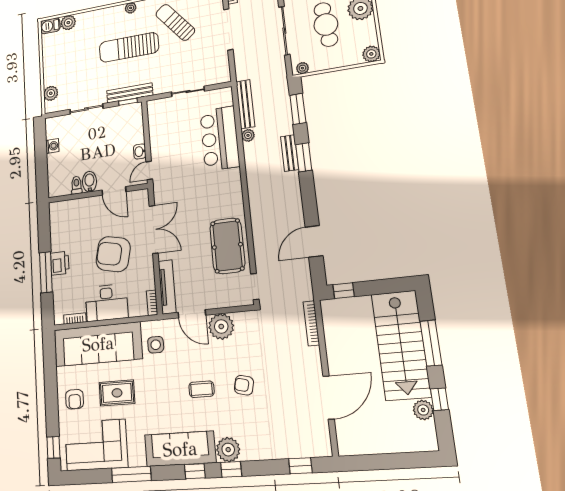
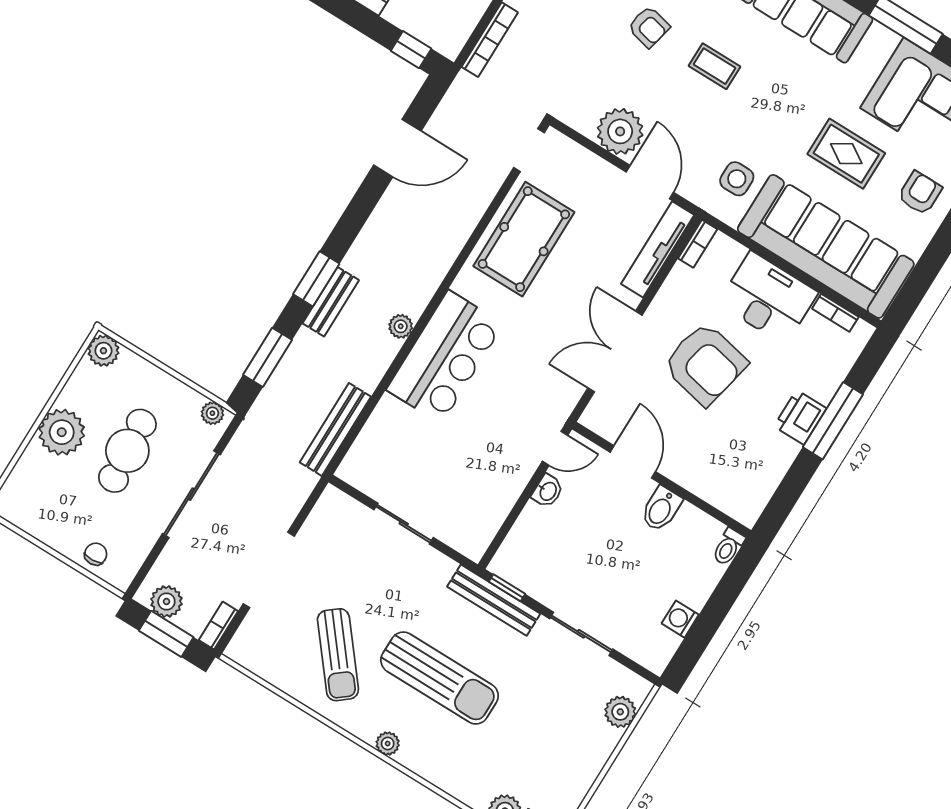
plant: (248, 135) -> (401, 326), moved
bar counter: (220, 139) -> (445, 357), moved
toilet: (76, 185) -> (728, 547), moved

